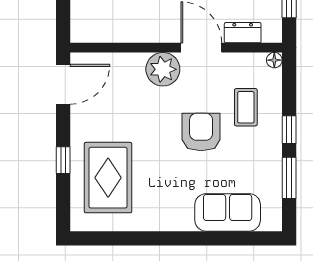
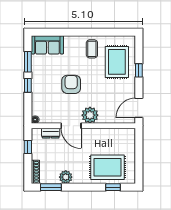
coffee table: (246, 107) -> (92, 49), moved
armchair: (201, 132) -> (71, 84), turned 180
sofa: (228, 212) -> (47, 45), moved

